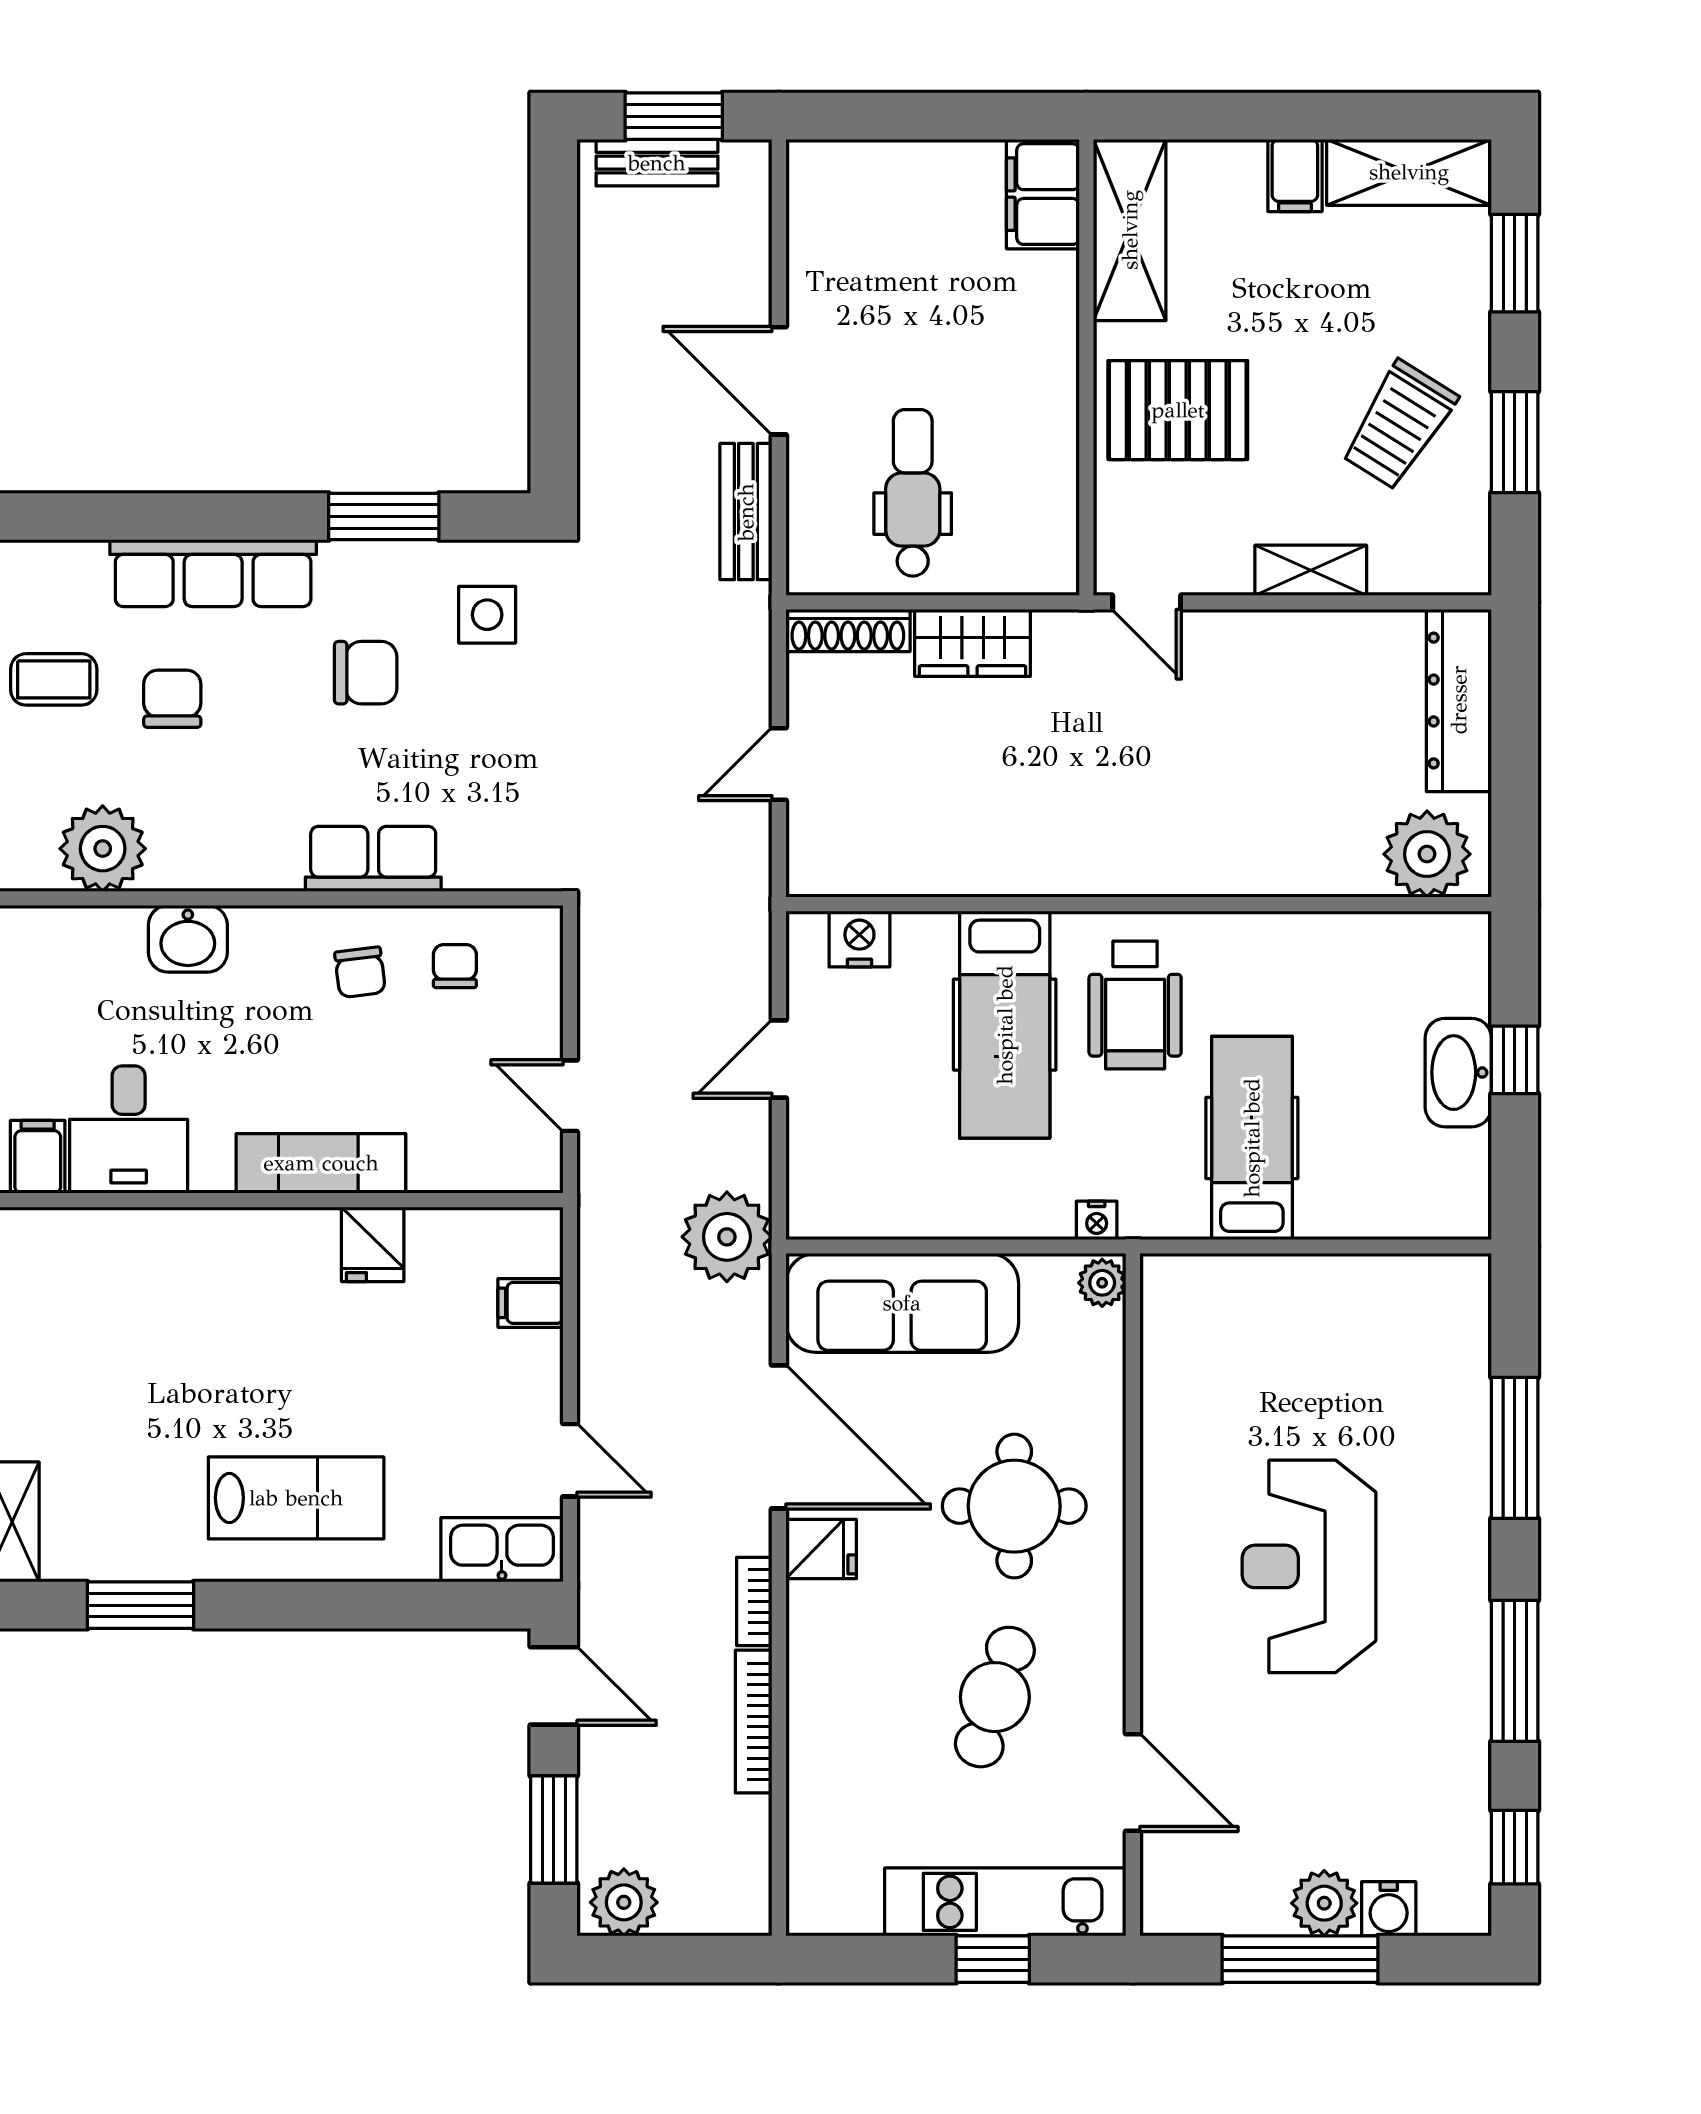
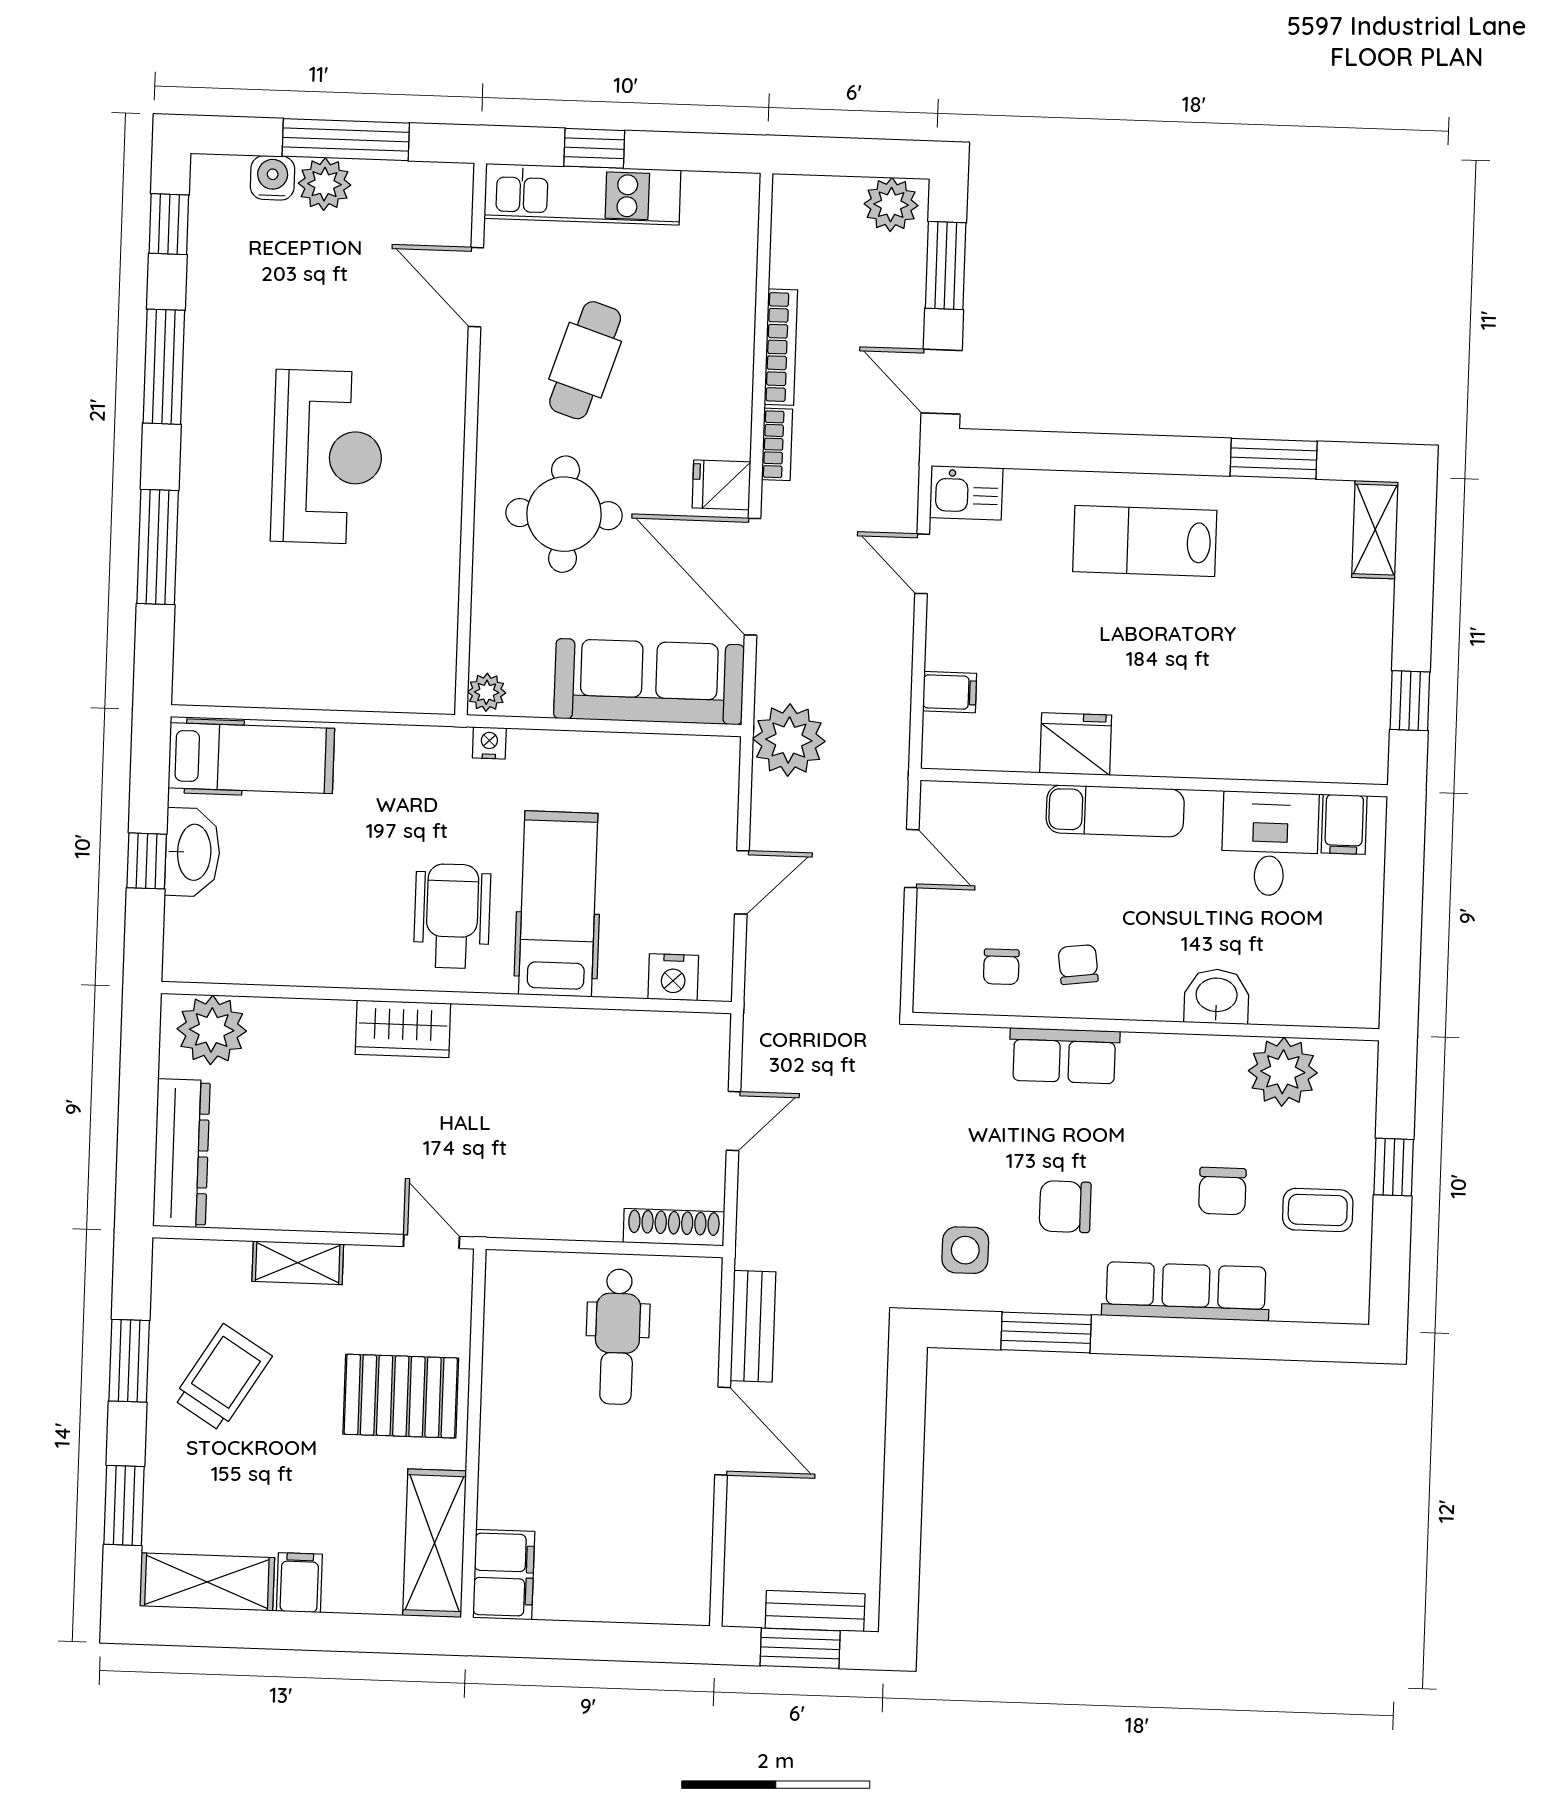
wardrobe: (972, 643) -> (403, 1029), moved, turned 180
hospital bed: (1252, 1138) -> (251, 758), moved, turned -90
fridge: (373, 1244) -> (1076, 744), width x1.38
kitchen sink: (502, 1550) -> (966, 493), width x0.73

